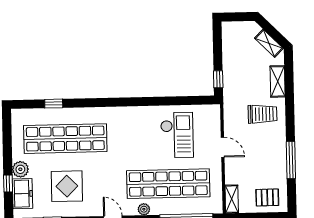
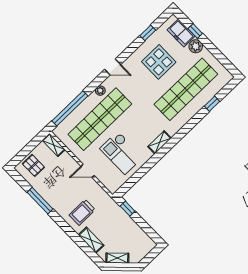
shelving: (134, 113) -> (160, 142), added
pallet: (267, 197) -> (33, 165), turned 90

